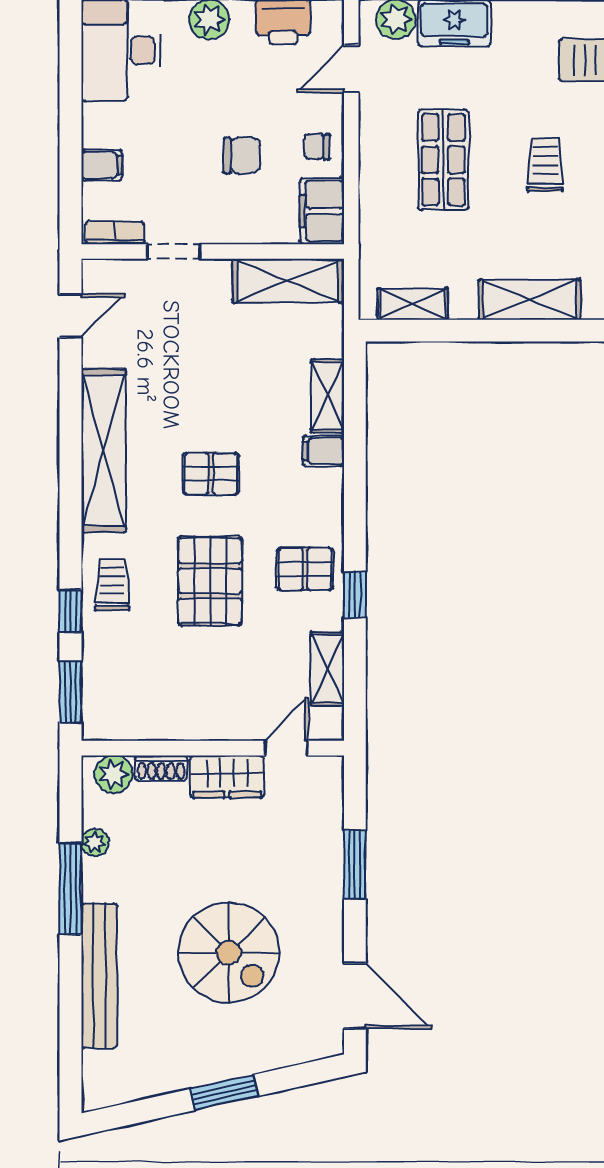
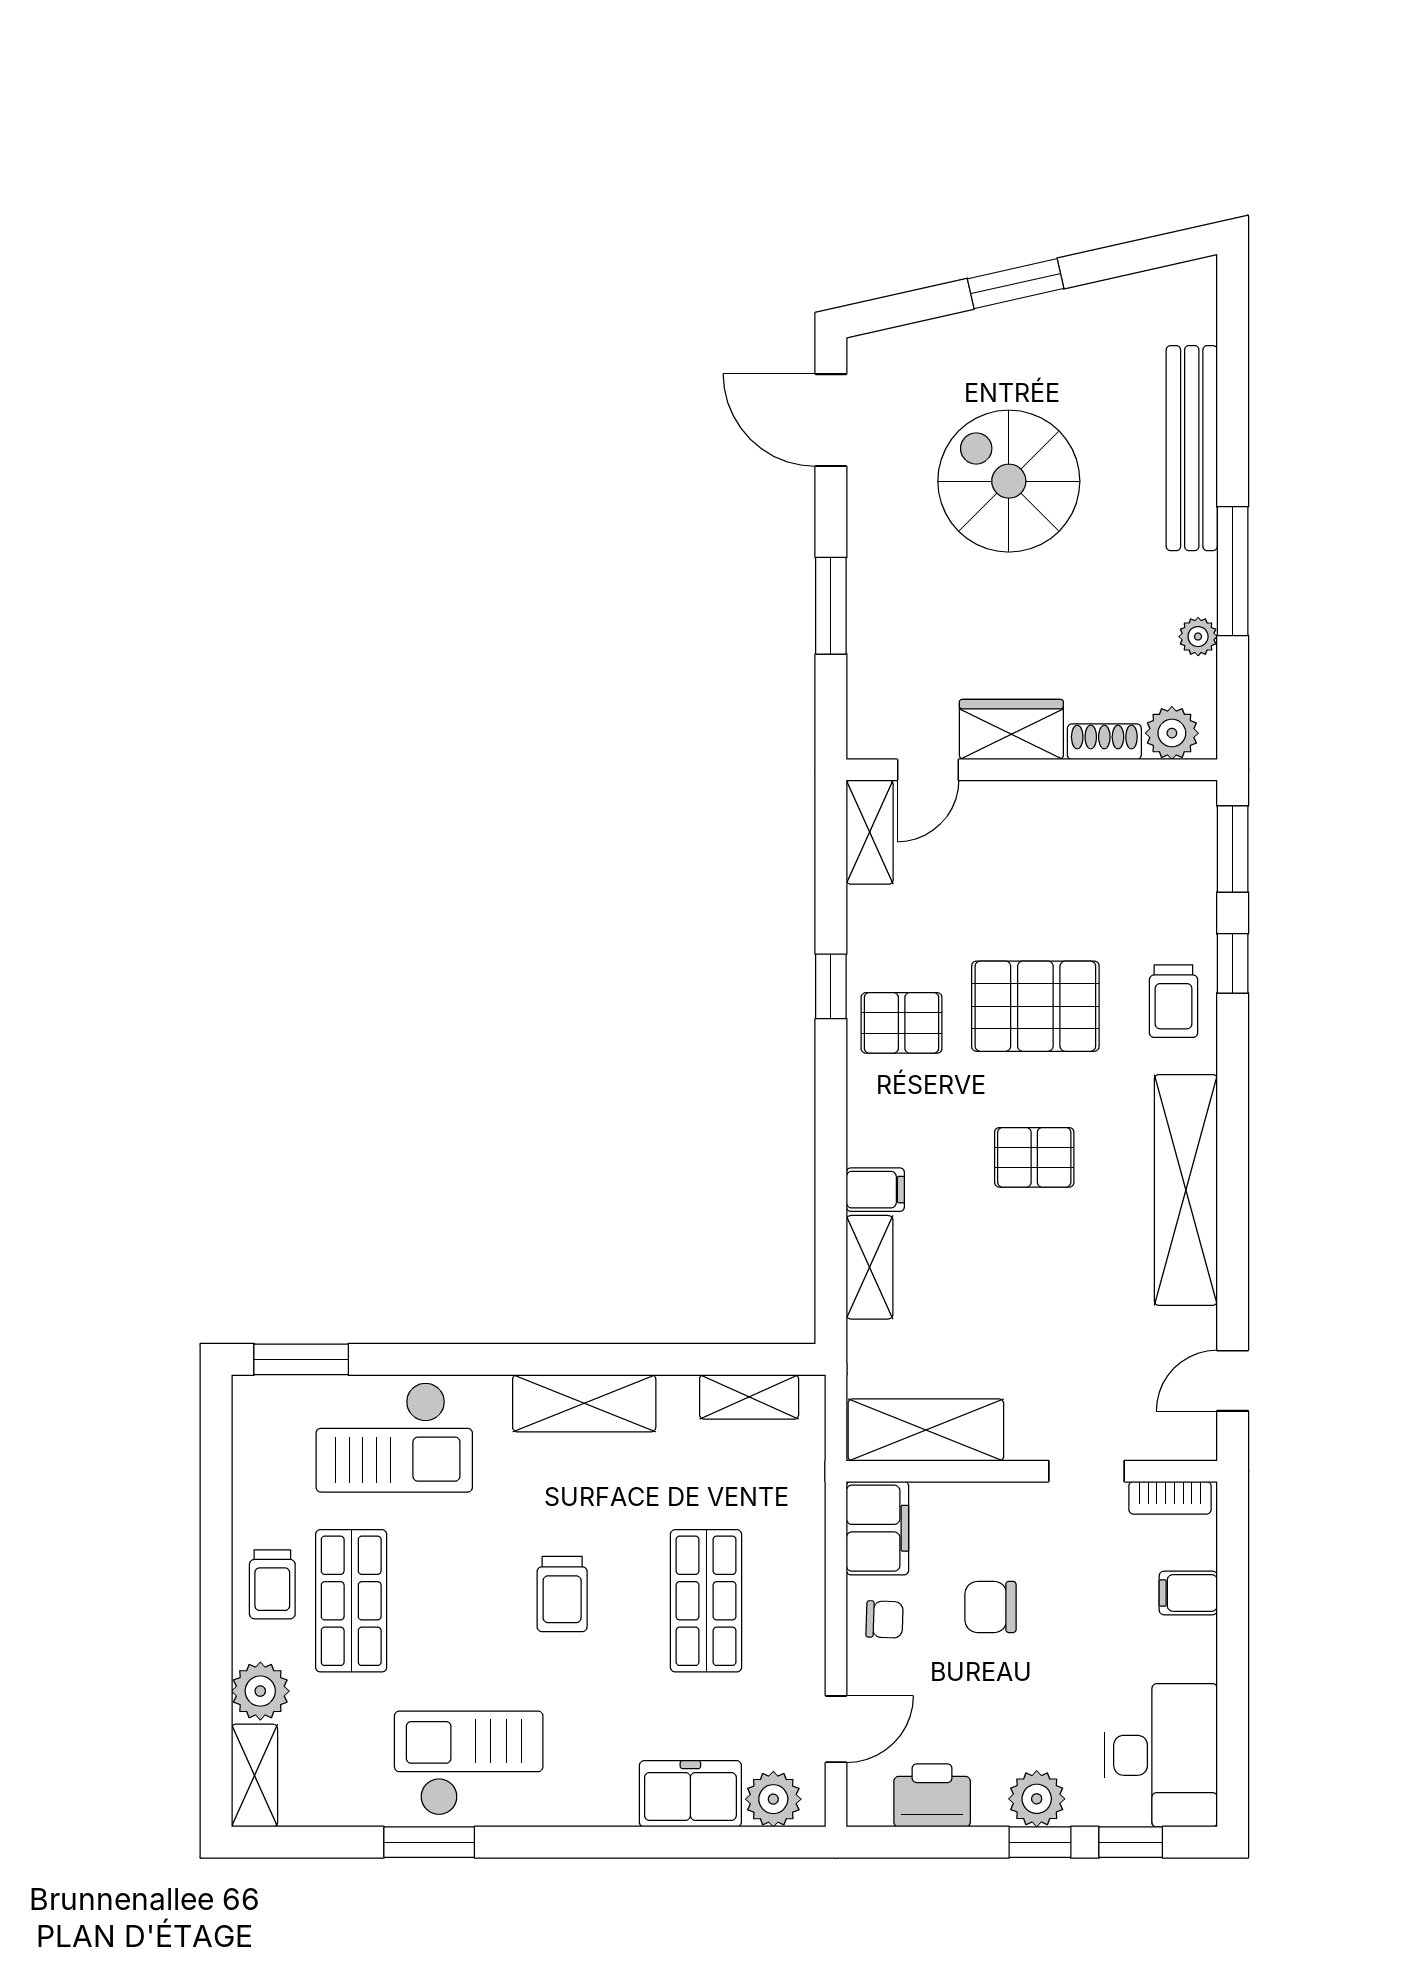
pallet: (210, 581) -> (1035, 1006), turned 90
shelving: (327, 669) -> (870, 832), moved

